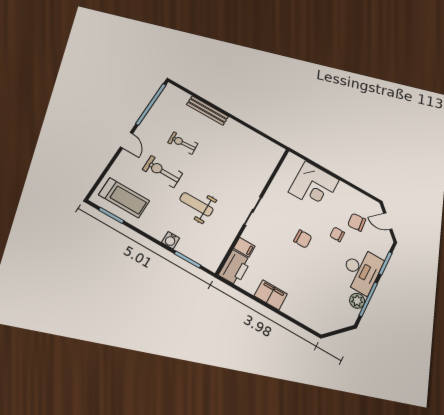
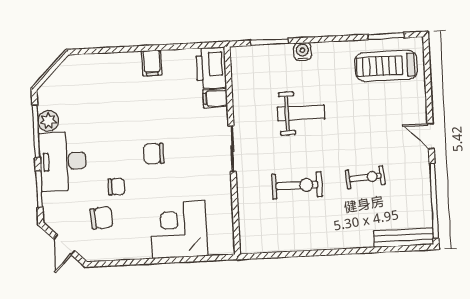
bench: (208, 111) -> (404, 238), moved
exercise bike: (162, 171) -> (297, 185), moved
door: (388, 221) -> (64, 245), swing flipped
filing cabinet: (271, 295) -> (152, 63), width x0.50

